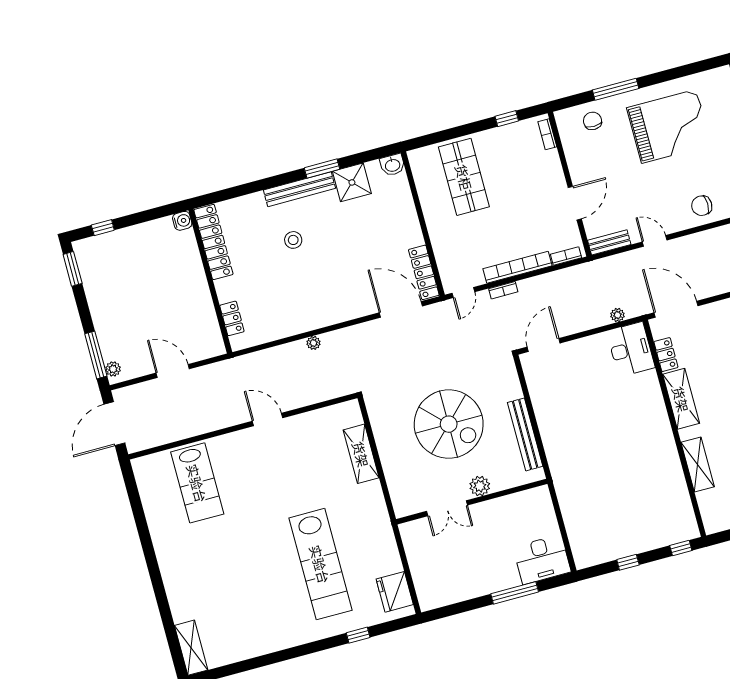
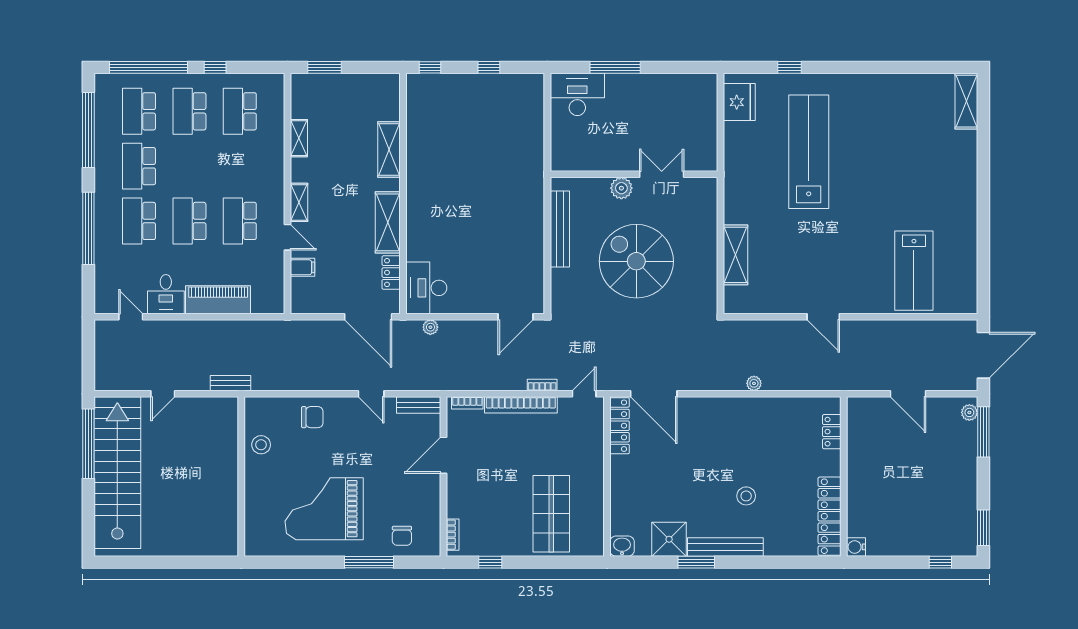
lab bench: (197, 483) -> (914, 271), turned 180

